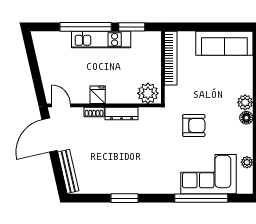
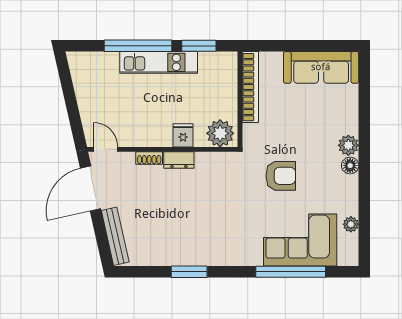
fridge: (98, 95) -> (183, 135), moved
dresser: (122, 114) -> (179, 160), width x0.70

